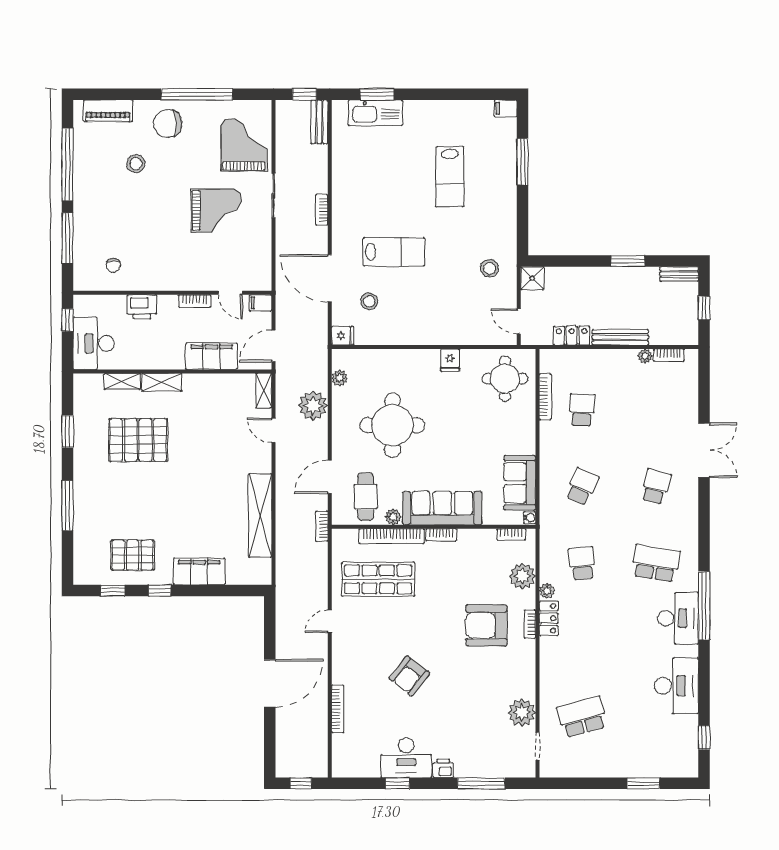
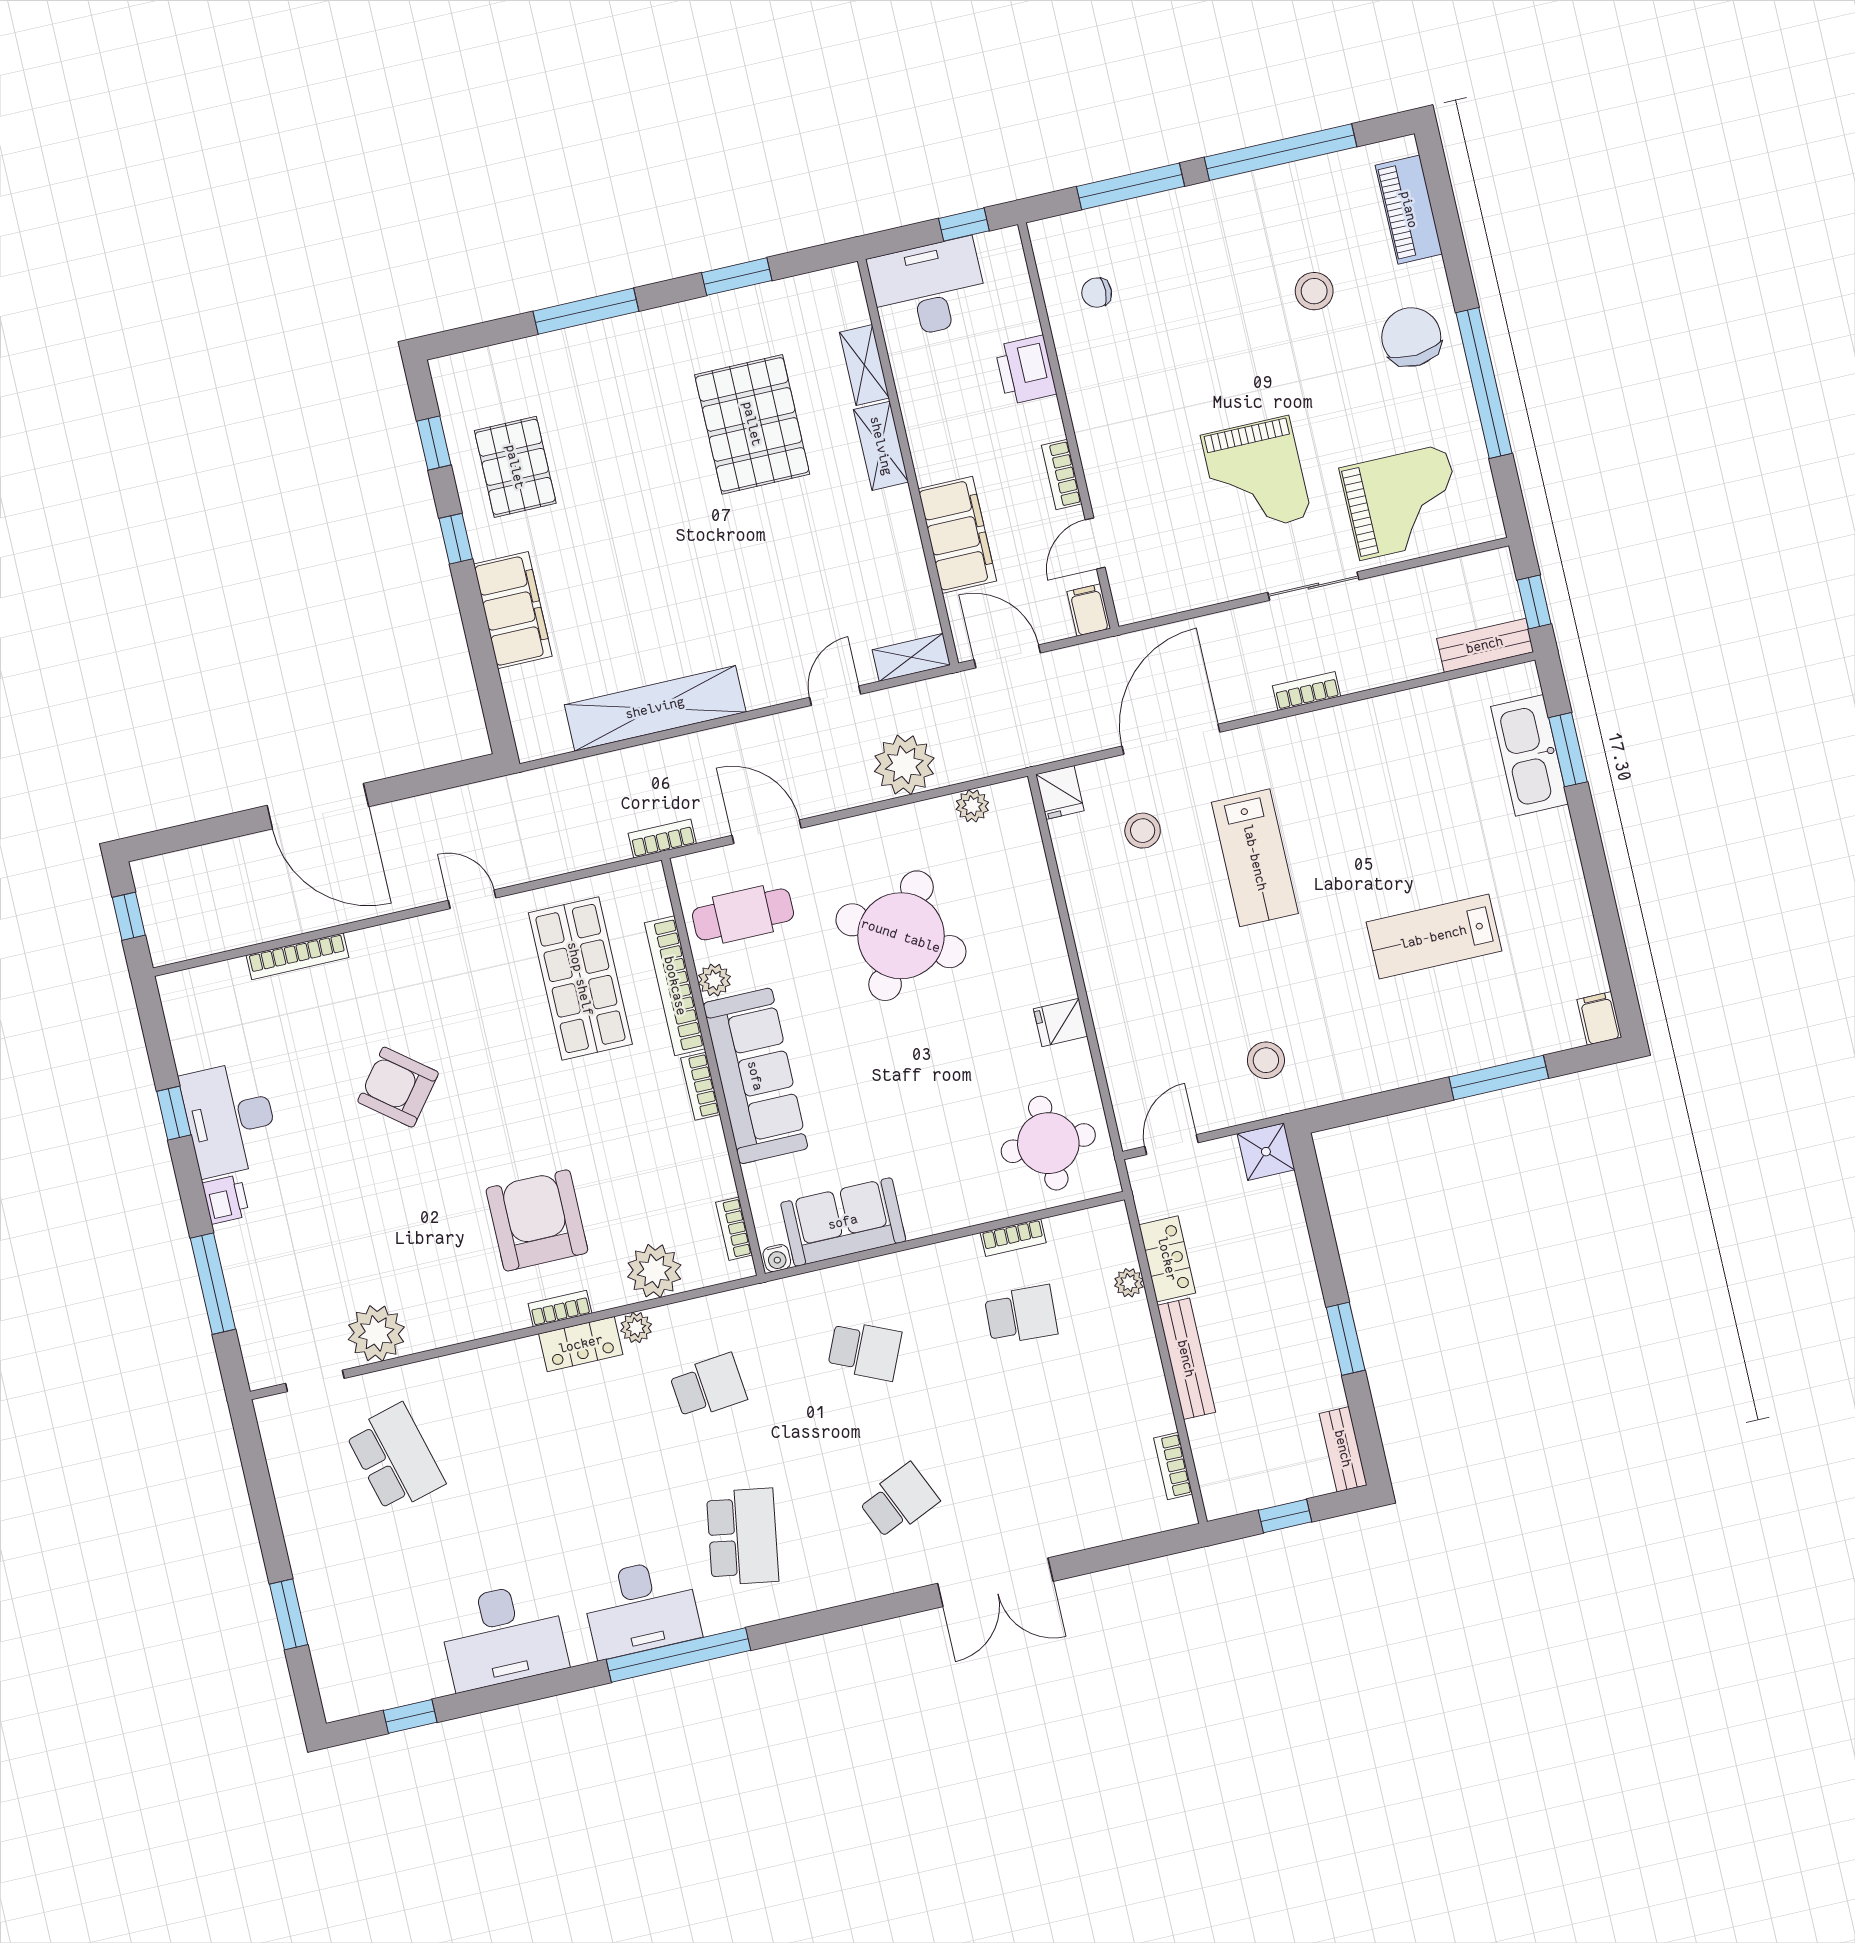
plant: (645, 356) -> (1129, 1283), moved
bookcase: (545, 397) -> (1013, 1238), width x0.64
round table: (392, 425) -> (901, 936), turned 31
school desk: (656, 487) -> (899, 1501), turned -39

